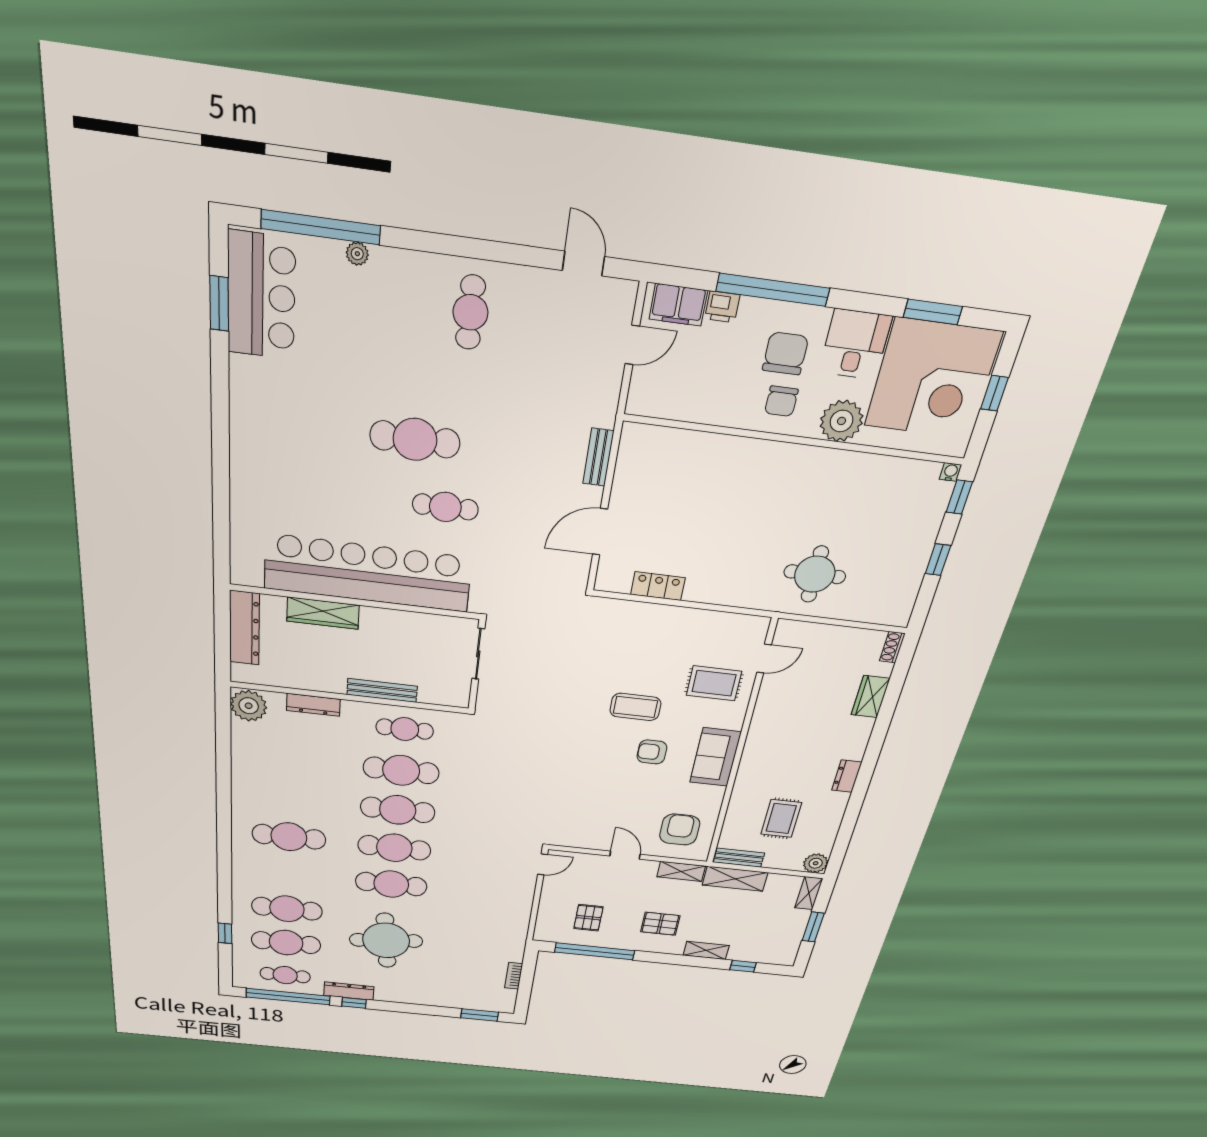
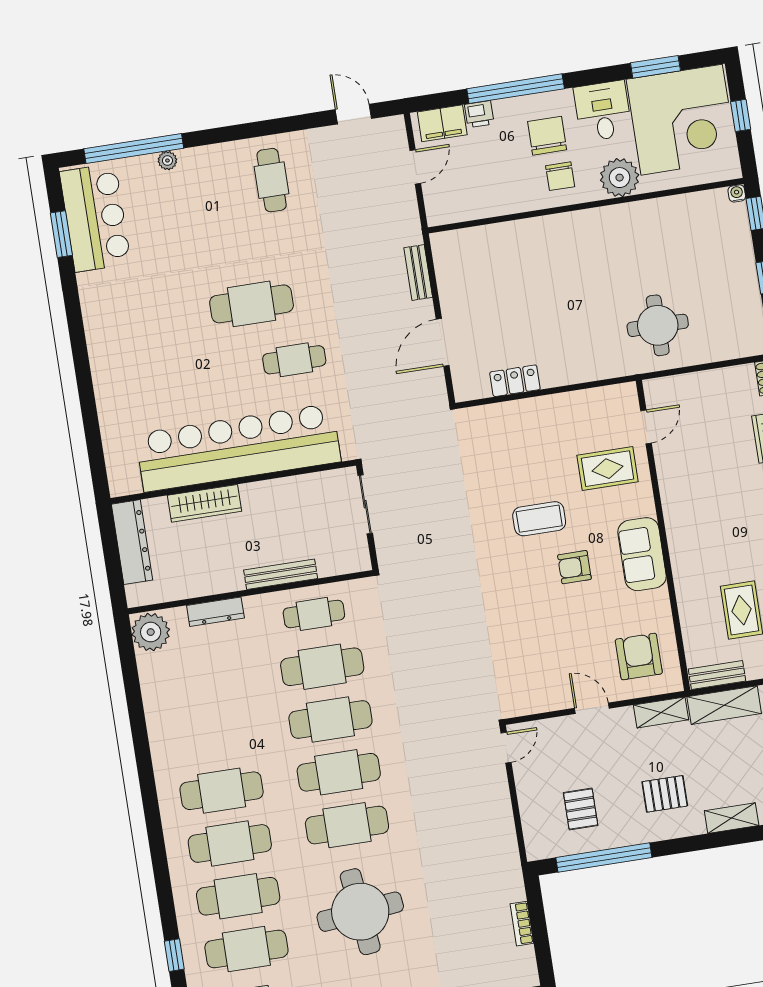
cafe table: (288, 873) -> (230, 843), added

